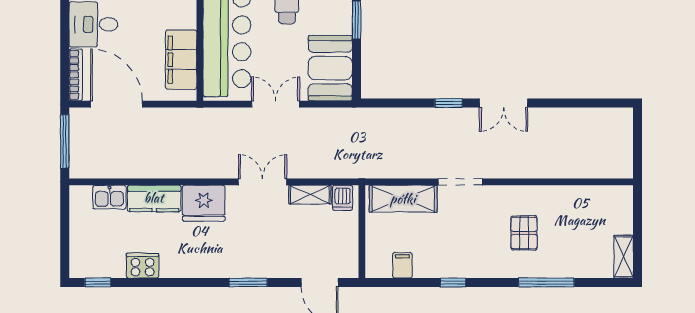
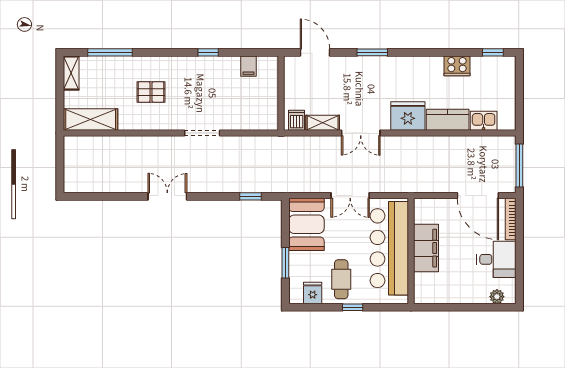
filing cabinet: (181, 60) -> (426, 248), moved
window: (449, 103) -> (251, 196), moved
shelving: (403, 199) -> (91, 120), moved
pallet: (524, 233) -> (151, 92), turned 90
window: (546, 282) -> (110, 52), moved

